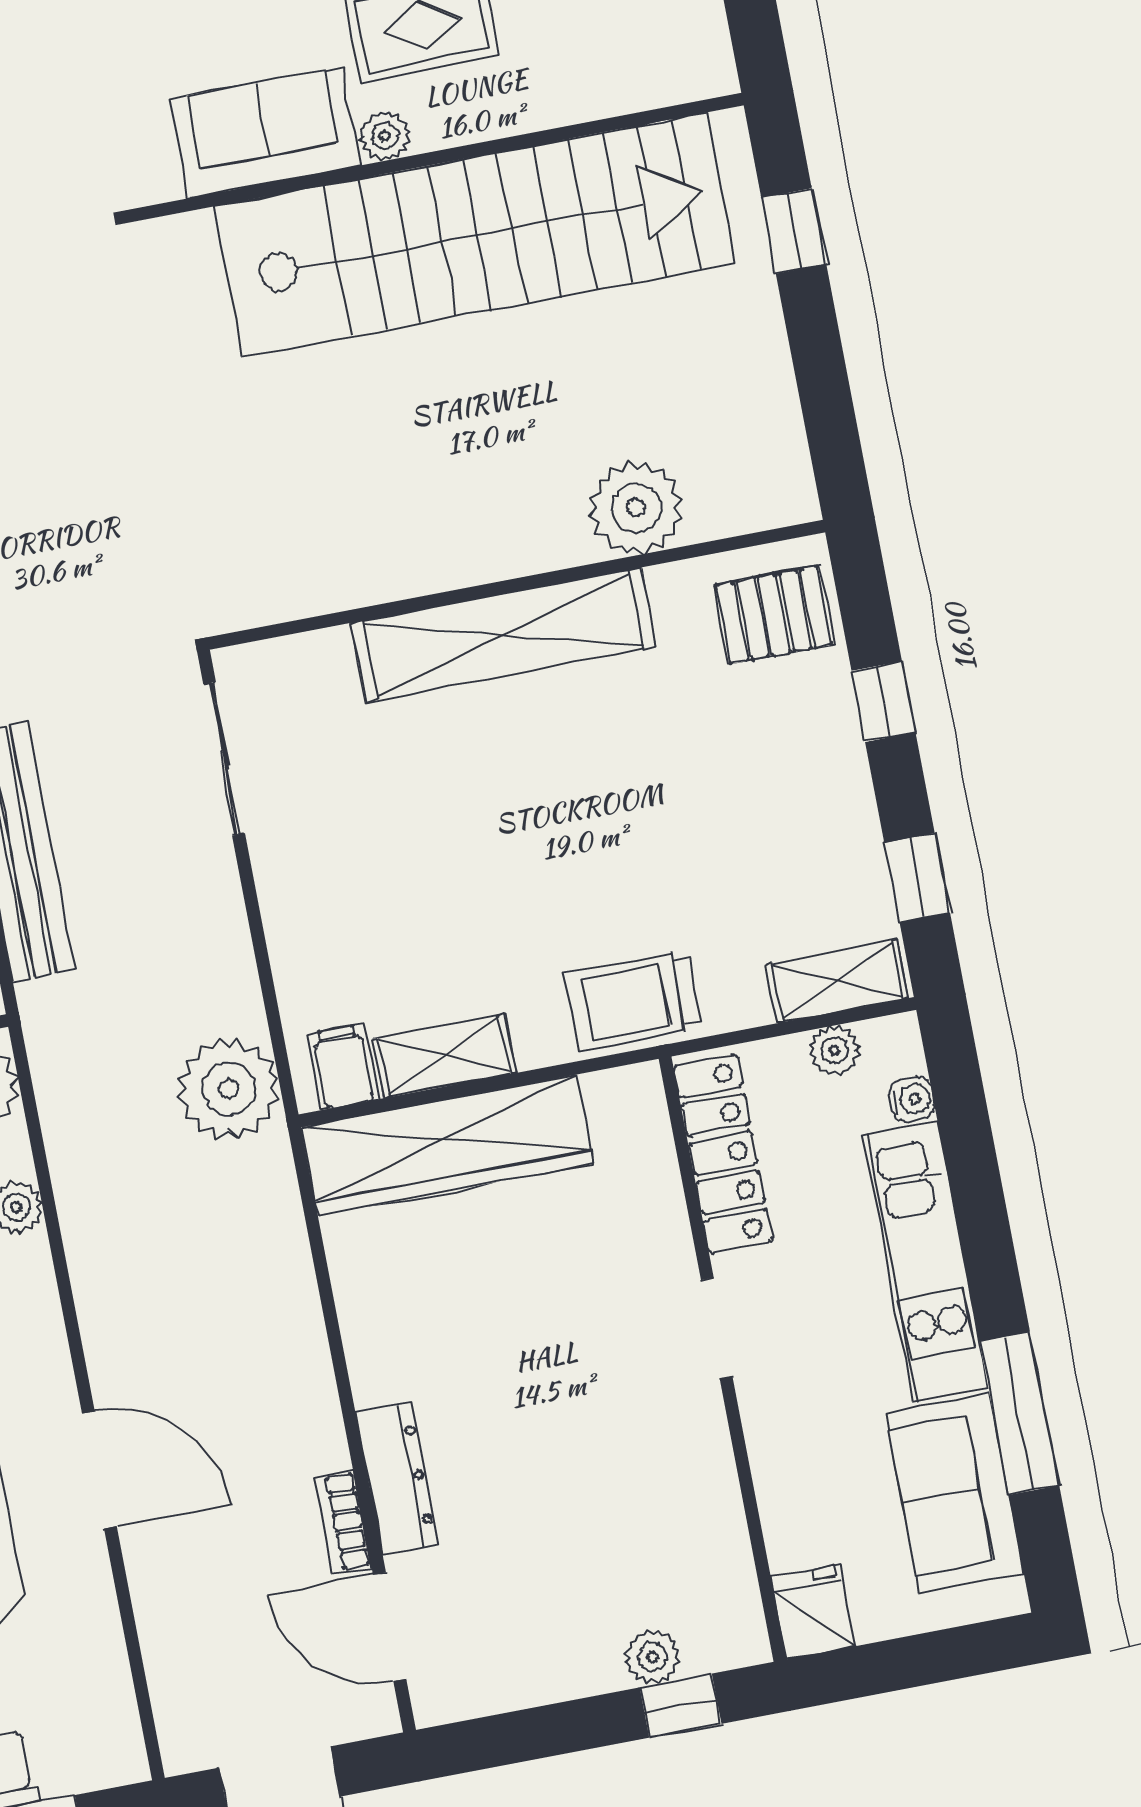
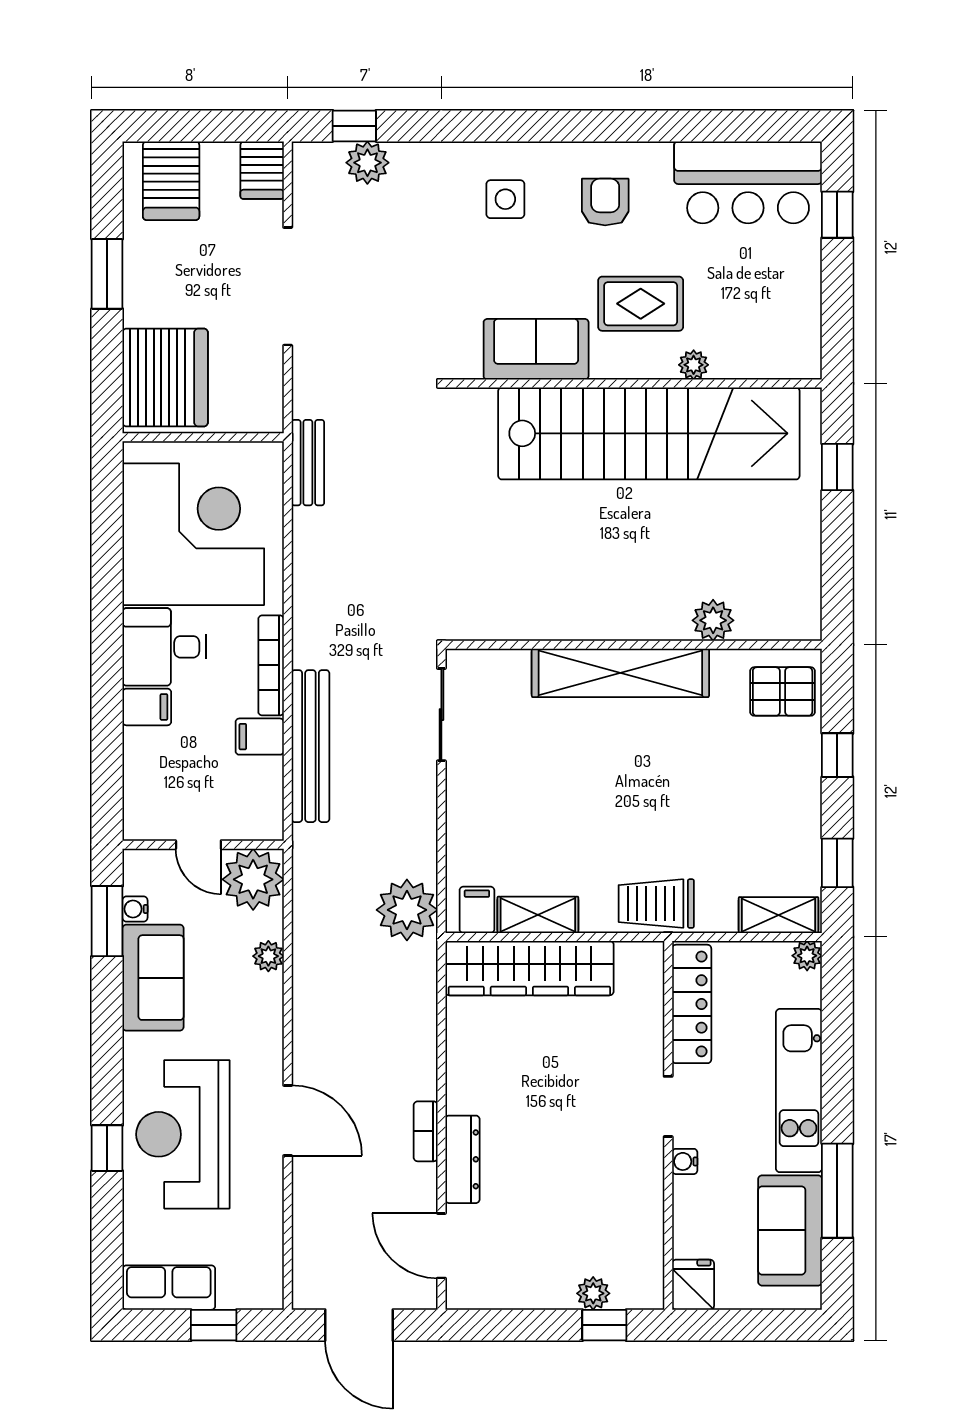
plant: (385, 136) -> (694, 365), moved
plant: (636, 508) -> (713, 620), width x0.73, depth x0.73
plant: (835, 1051) -> (807, 956), moved
water cooler: (912, 1099) -> (685, 1161), moved, turned 180
bookcase: (343, 1522) -> (426, 1131), moved

